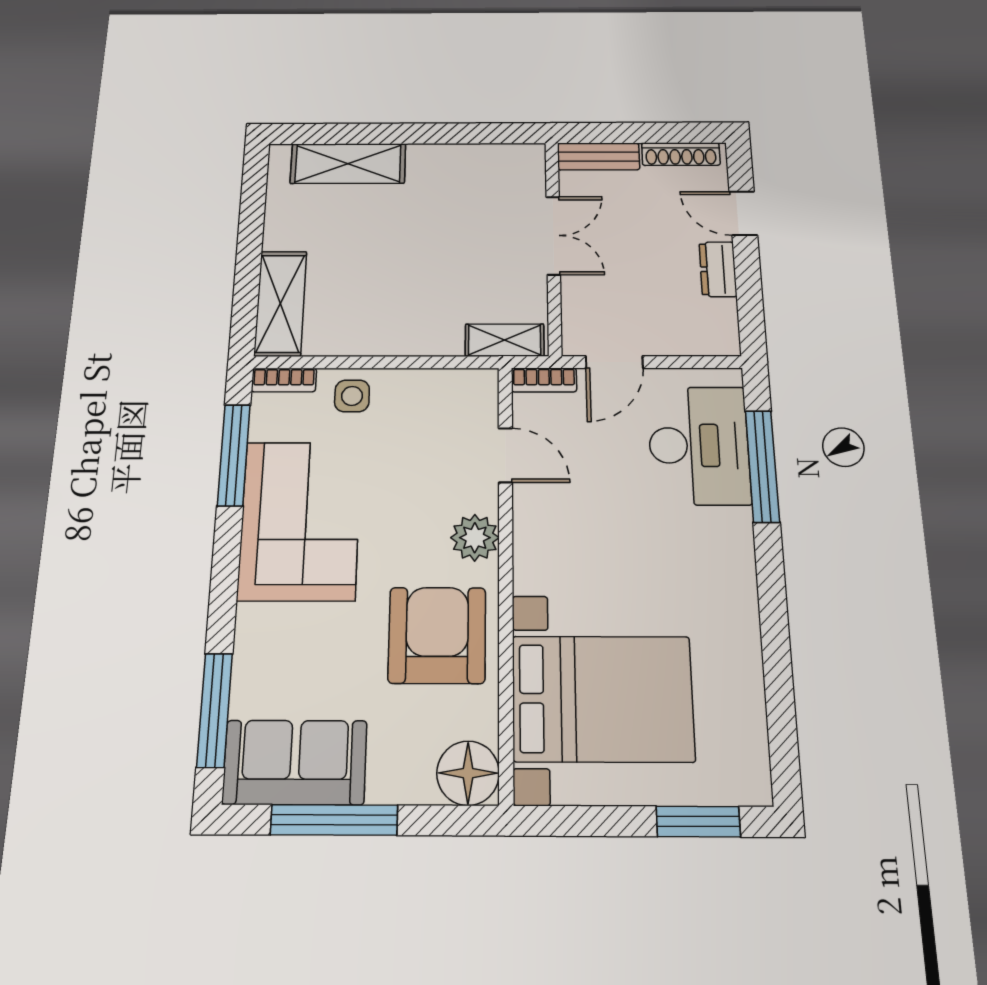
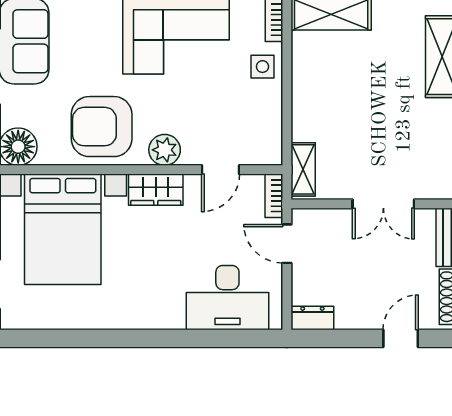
dresser: (718, 269) -> (312, 318), moved
window: (762, 466) -> (213, 338), removed
wardrobe: (537, 551) -> (156, 190), added
armchair: (437, 635) -> (102, 127), turned 180

